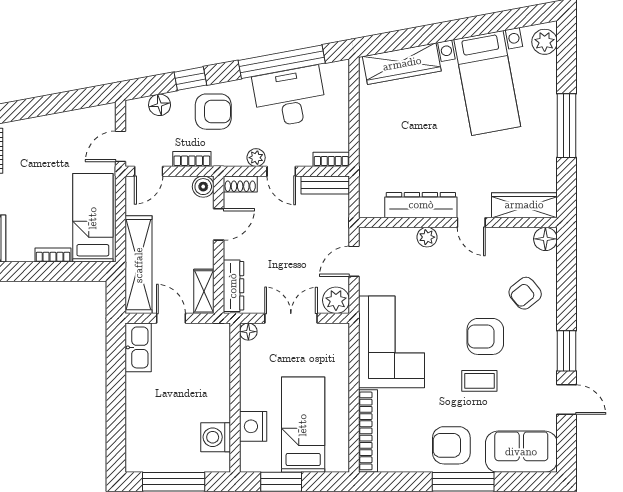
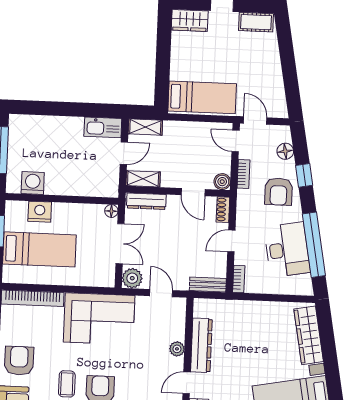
plant: (256, 158) -> (242, 222), removed
bench: (325, 185) -> (208, 285), moved, turned 90
bookcase: (53, 255) -> (175, 66), removed
shelving: (139, 265) -> (145, 127), width x0.45, depth x0.75

